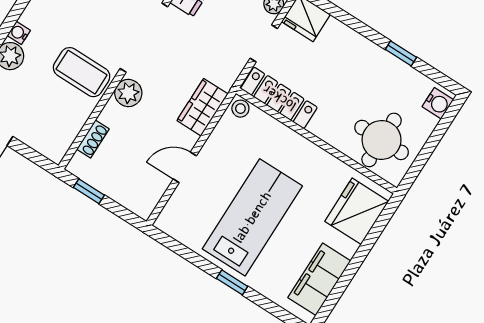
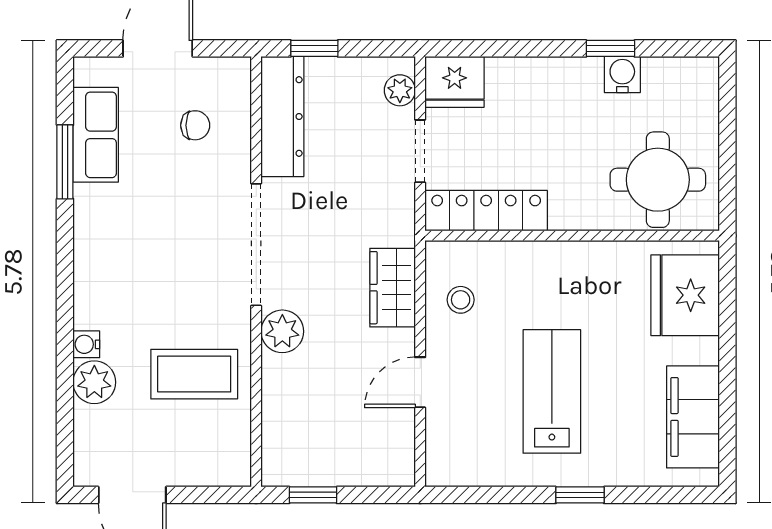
coffee table: (82, 72) -> (194, 374), moved
water cooler: (438, 103) -> (622, 74), moved, turned -90
stool: (240, 109) -> (461, 300), moved
shoe rack: (93, 139) -> (274, 422), removed
lab bench: (252, 217) -> (552, 391), width x0.73, depth x0.72

